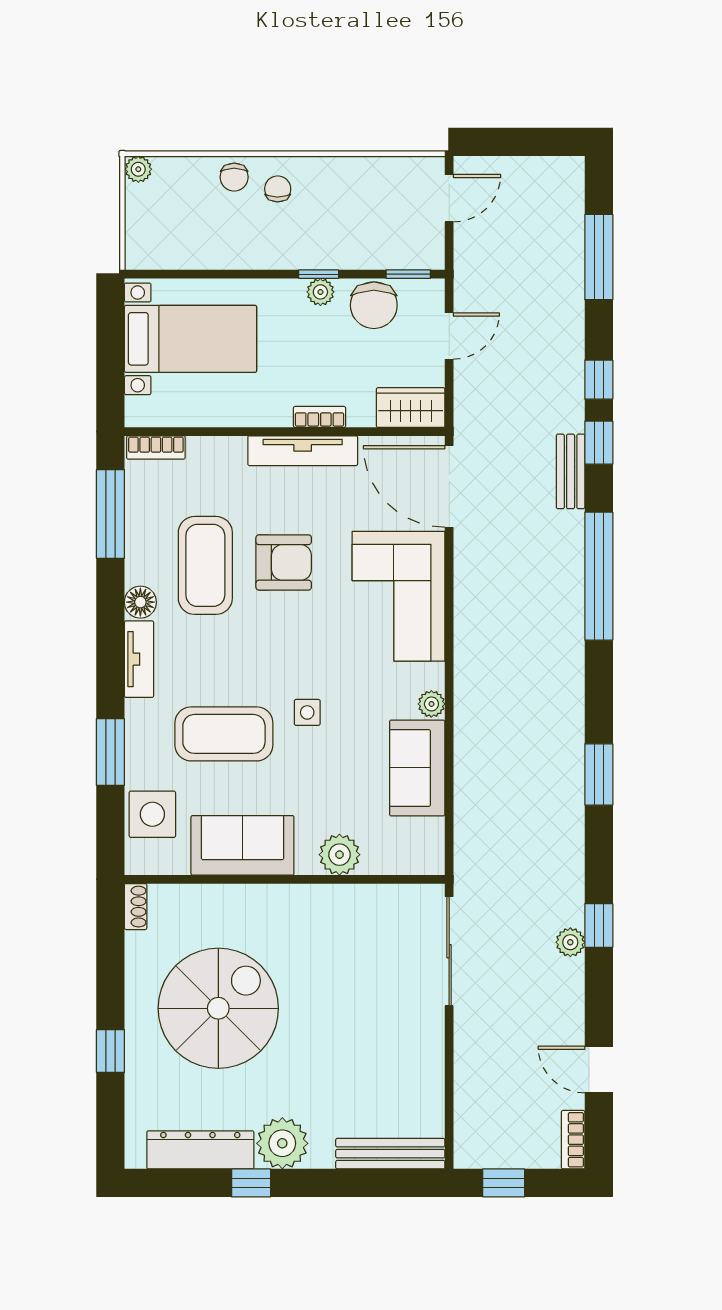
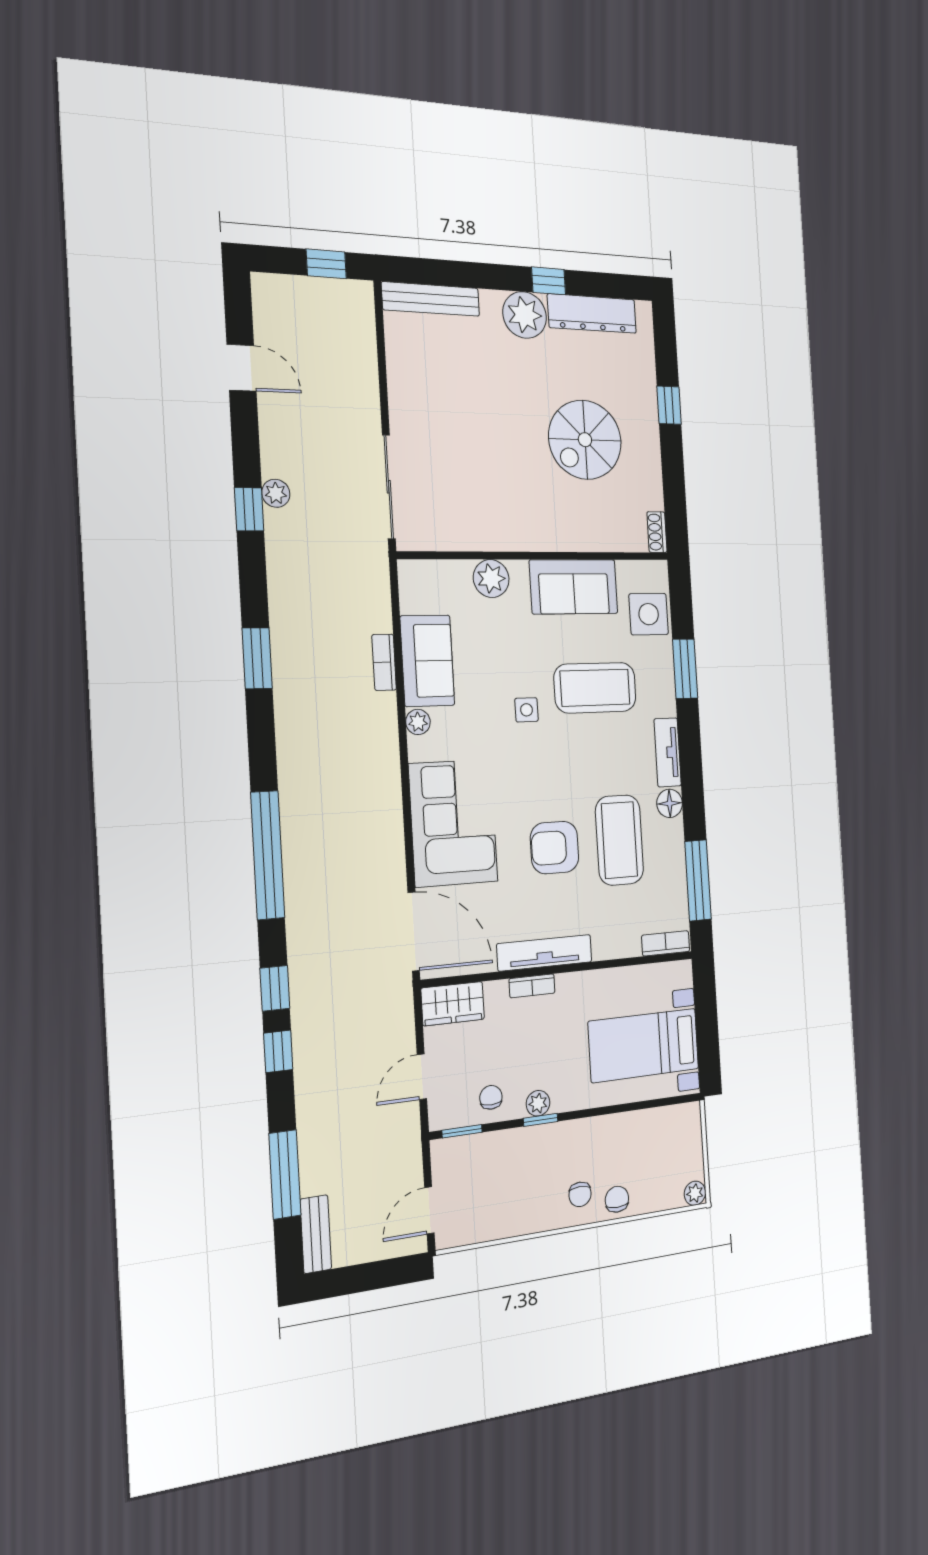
chair: (374, 305) -> (491, 1097), width x0.54, depth x0.54
bench: (571, 471) -> (316, 1234), moved
spiral stairs: (218, 1008) -> (585, 440), width x0.73, depth x0.73
bookcase: (573, 1140) -> (384, 662), moved, turned 180

